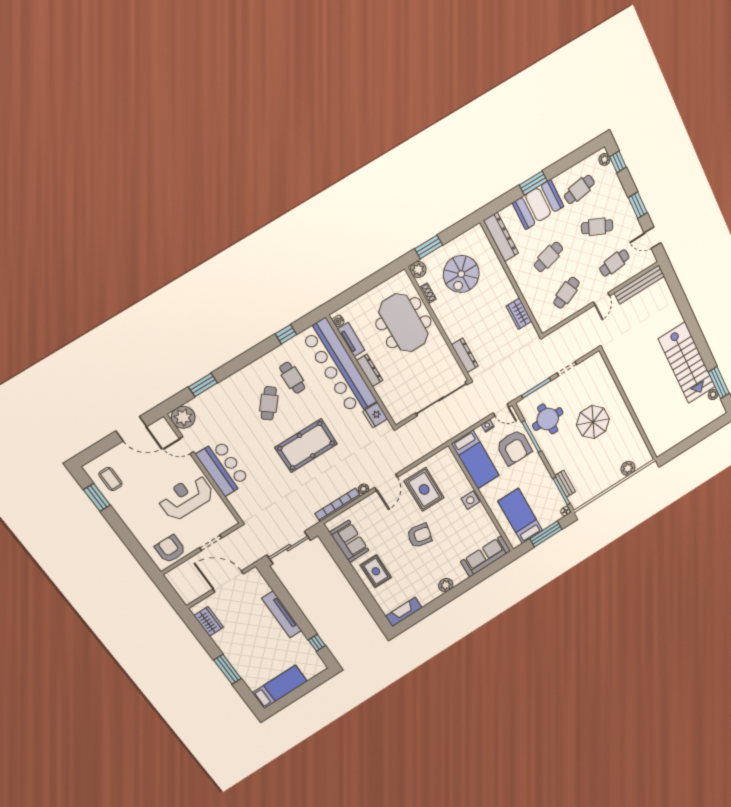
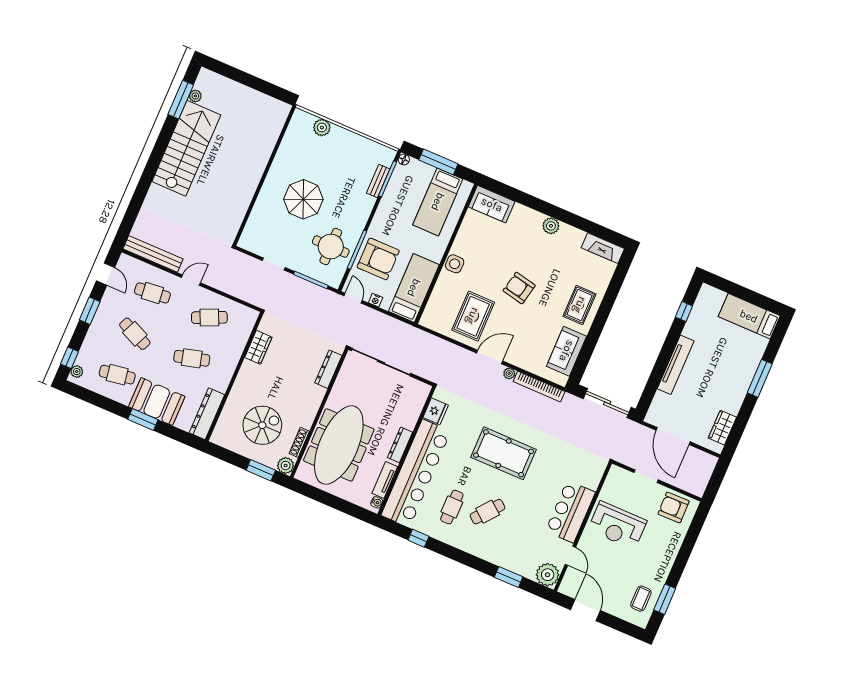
shoe rack: (428, 293) -> (299, 442), width x1.43
meeting table: (404, 323) -> (339, 445), width x1.36
armchair: (514, 447) -> (378, 259), turned 90
armchair: (170, 549) -> (674, 507), turned 89
sofa: (486, 556) -> (492, 204), width x0.73

